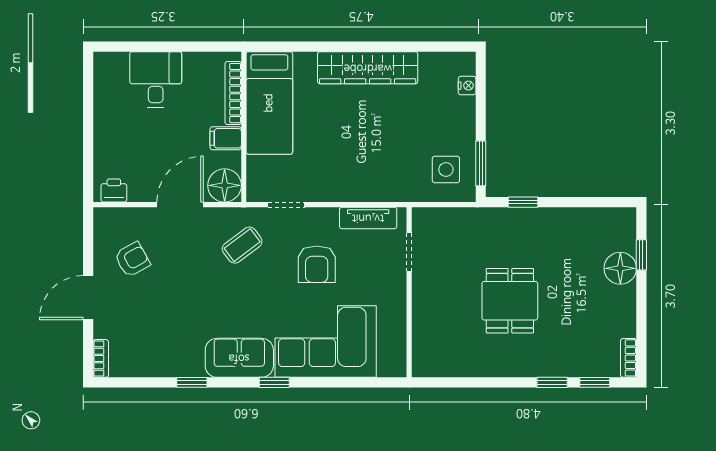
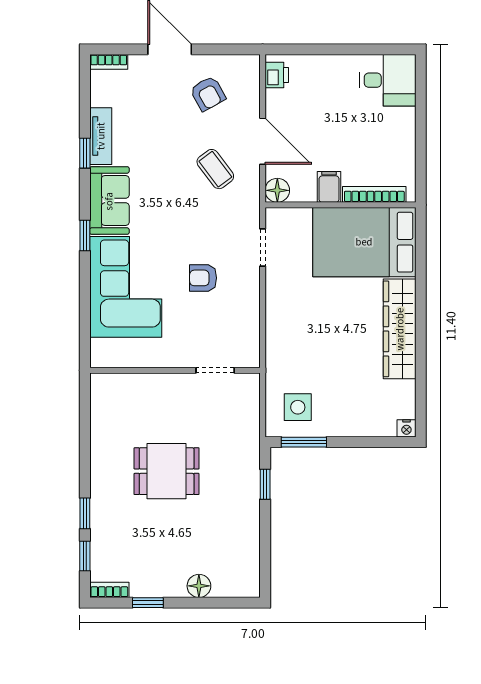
desk: (156, 79) -> (388, 80), moved
nightstand: (467, 86) -> (406, 428), moved
bed: (269, 103) -> (364, 242), width x1.50
floor lamp: (225, 185) -> (277, 190), width x0.73, depth x0.73
tv unit: (368, 218) -> (101, 136), moved, turned 180
coffee table: (242, 245) -> (215, 169), moved
window: (641, 255) -> (148, 603), moved
armchair: (317, 264) -> (203, 278), width x0.72, depth x0.72
floor lamp: (620, 268) -> (199, 586), width x0.73, depth x0.73

